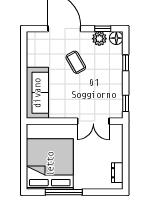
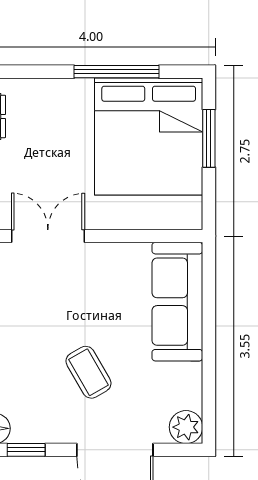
plant: (99, 39) -> (186, 427), moved
window: (24, 163) -> (209, 138), added

